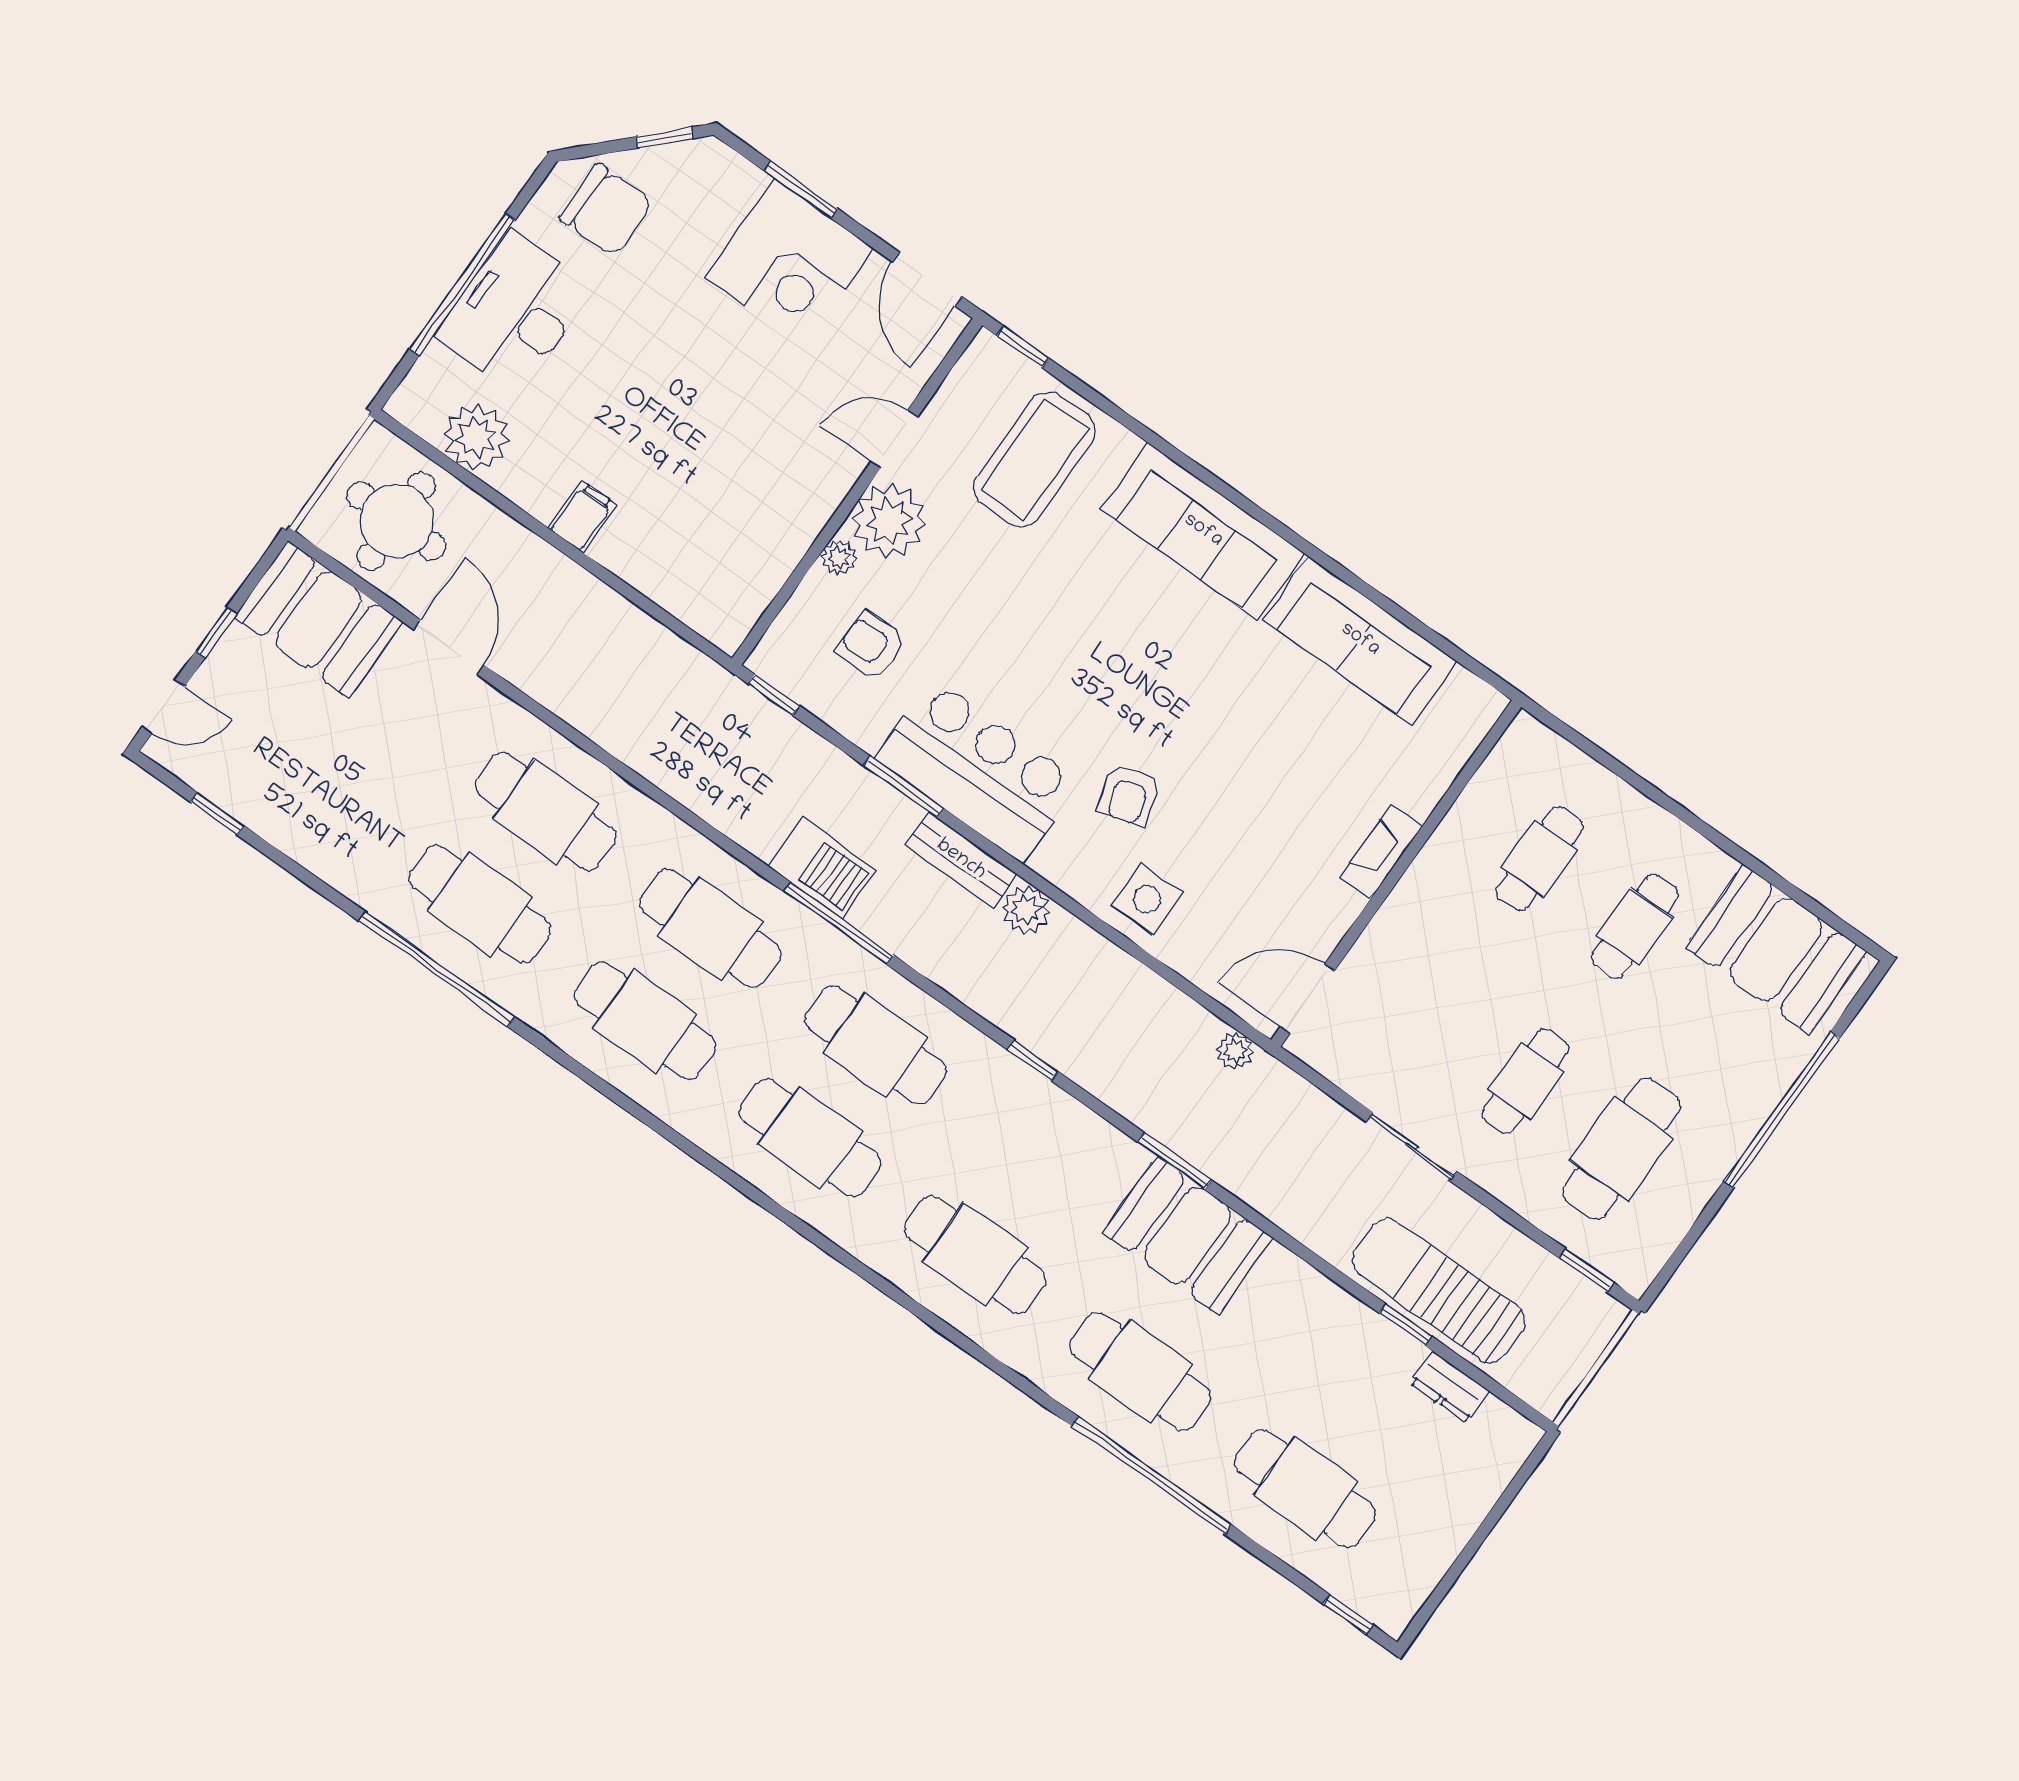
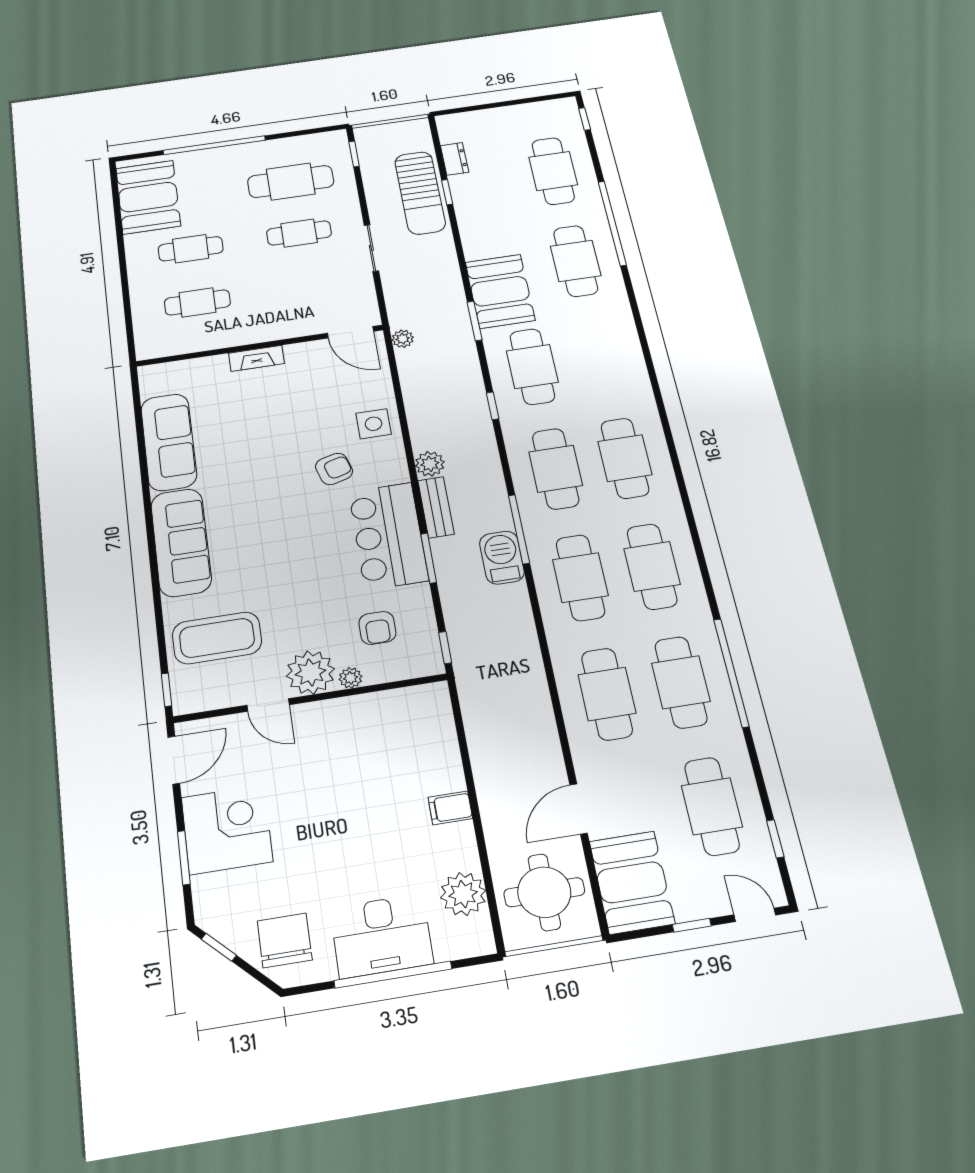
cafe table: (315, 787) -> (712, 806), added
cafe table: (975, 1255) -> (532, 367), moved

